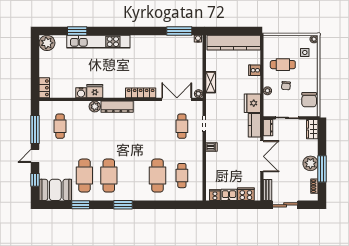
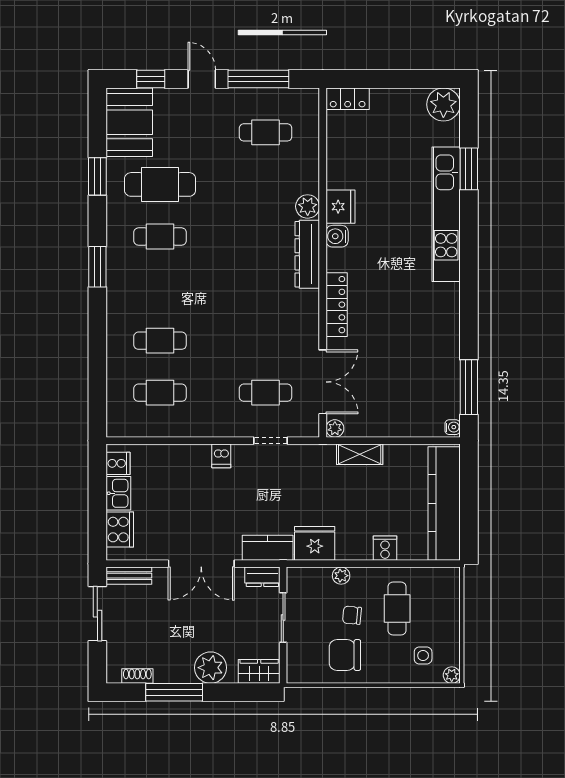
water cooler: (81, 93) -> (337, 236), moved
chair: (309, 100) -> (345, 655), moved
plant: (310, 163) -> (211, 668), moved
cafe table: (109, 176) -> (160, 237), width x0.73, depth x0.74
cafe table: (158, 176) -> (160, 341), width x0.73, depth x0.74

